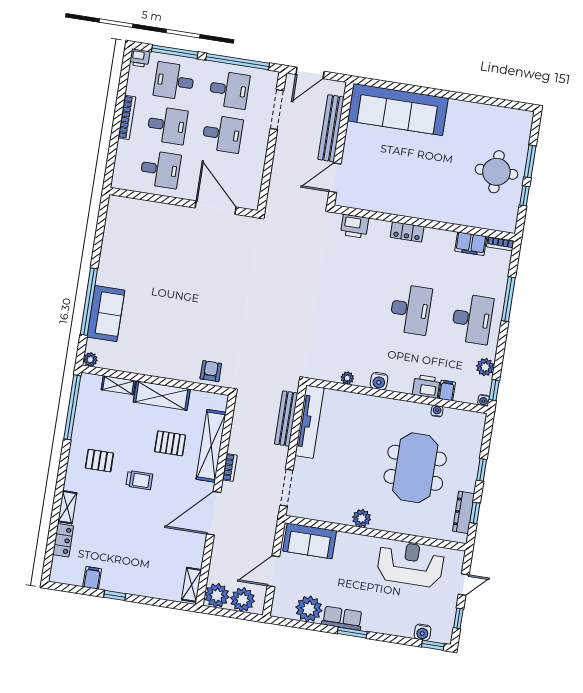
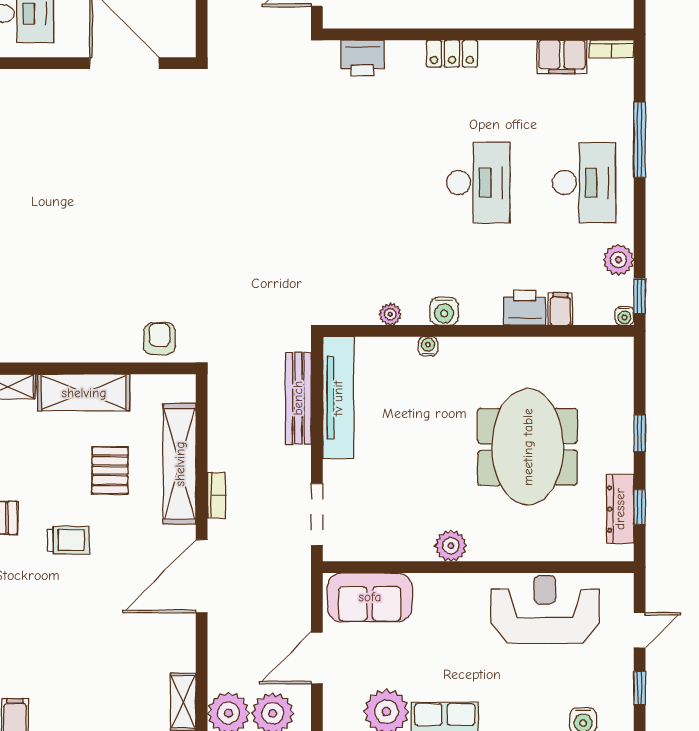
water cooler: (437, 411) -> (428, 346), moved
pallet: (170, 443) -> (110, 470), turned 90

